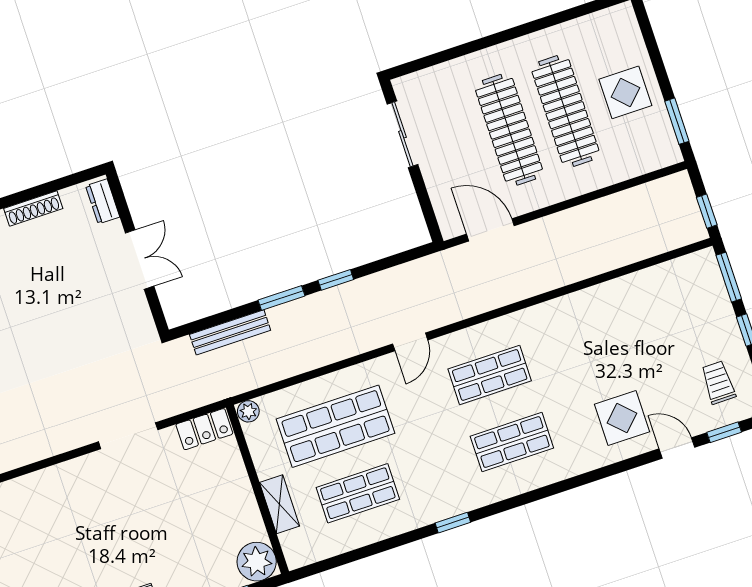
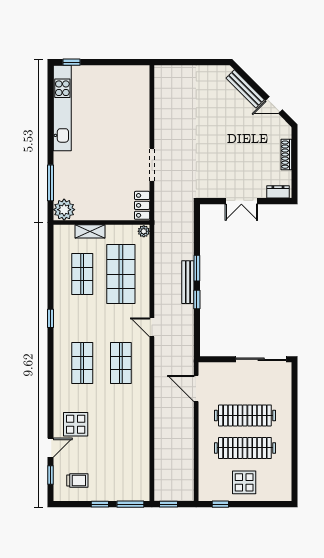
window: (677, 121) -> (220, 504), width x0.67
sliding door: (402, 134) -> (261, 359), width x1.37
door: (490, 230) -> (196, 388), swing flipped
bench: (230, 332) -> (188, 282), moved

